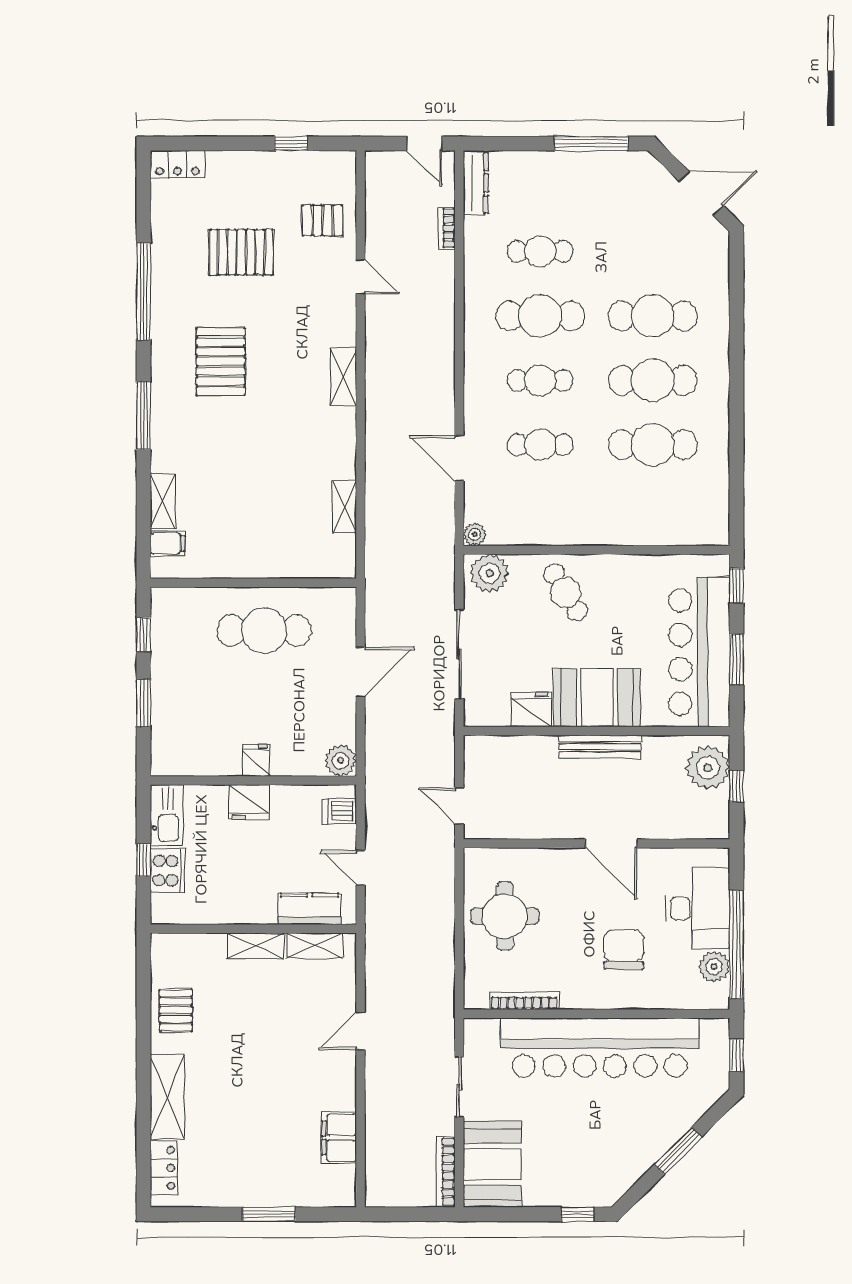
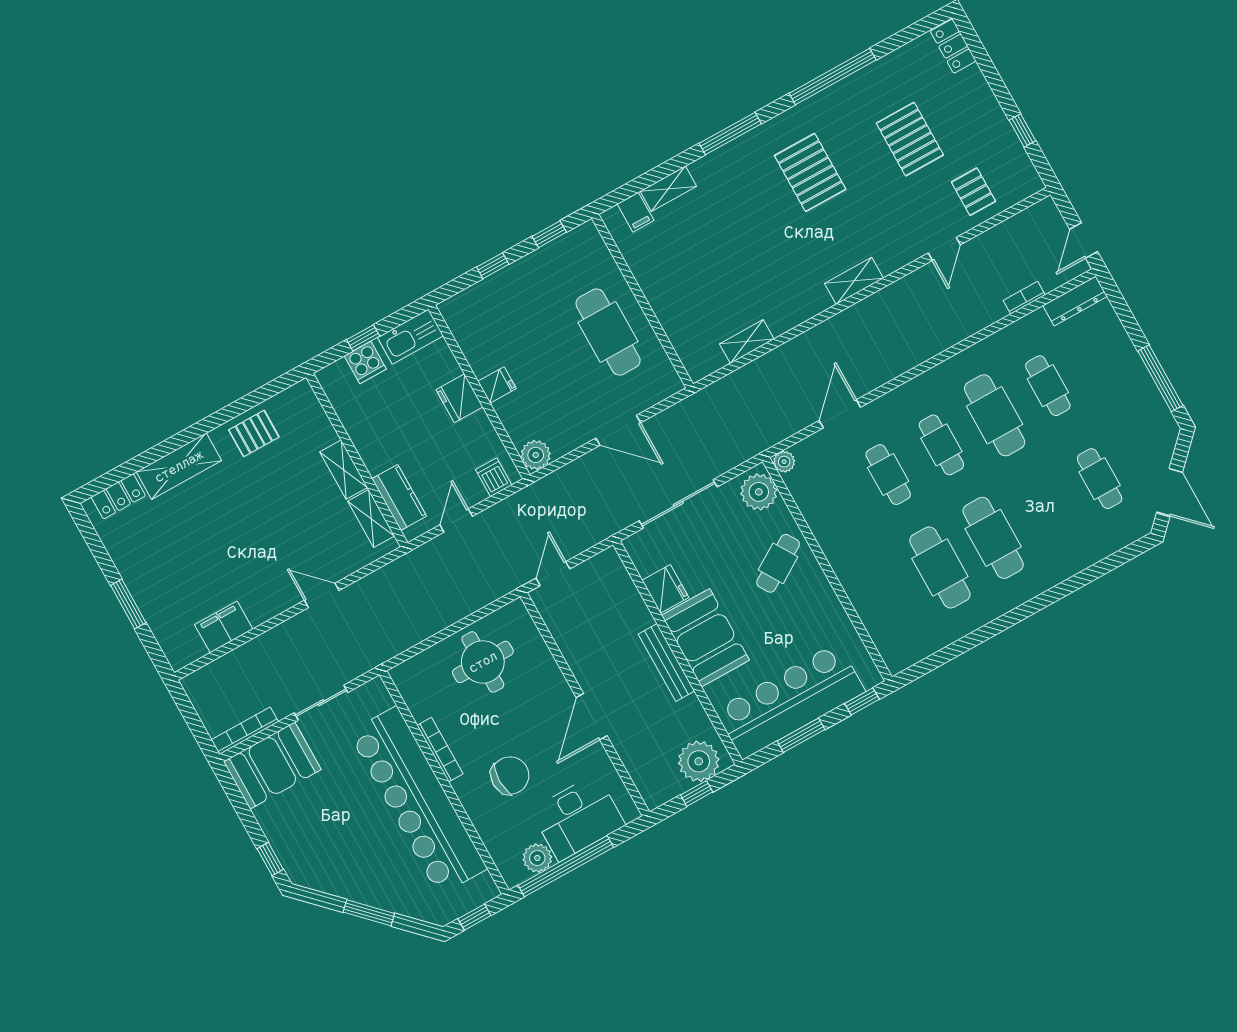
cafe table: (653, 316) -> (1100, 479), moved, width x0.73, depth x0.74
pallet: (221, 361) -> (810, 172), turned 90
window: (144, 703) -> (493, 266), width x0.67
cooker: (167, 871) -> (365, 362), width x0.73
bookcase: (524, 1001) -> (440, 750), moved

